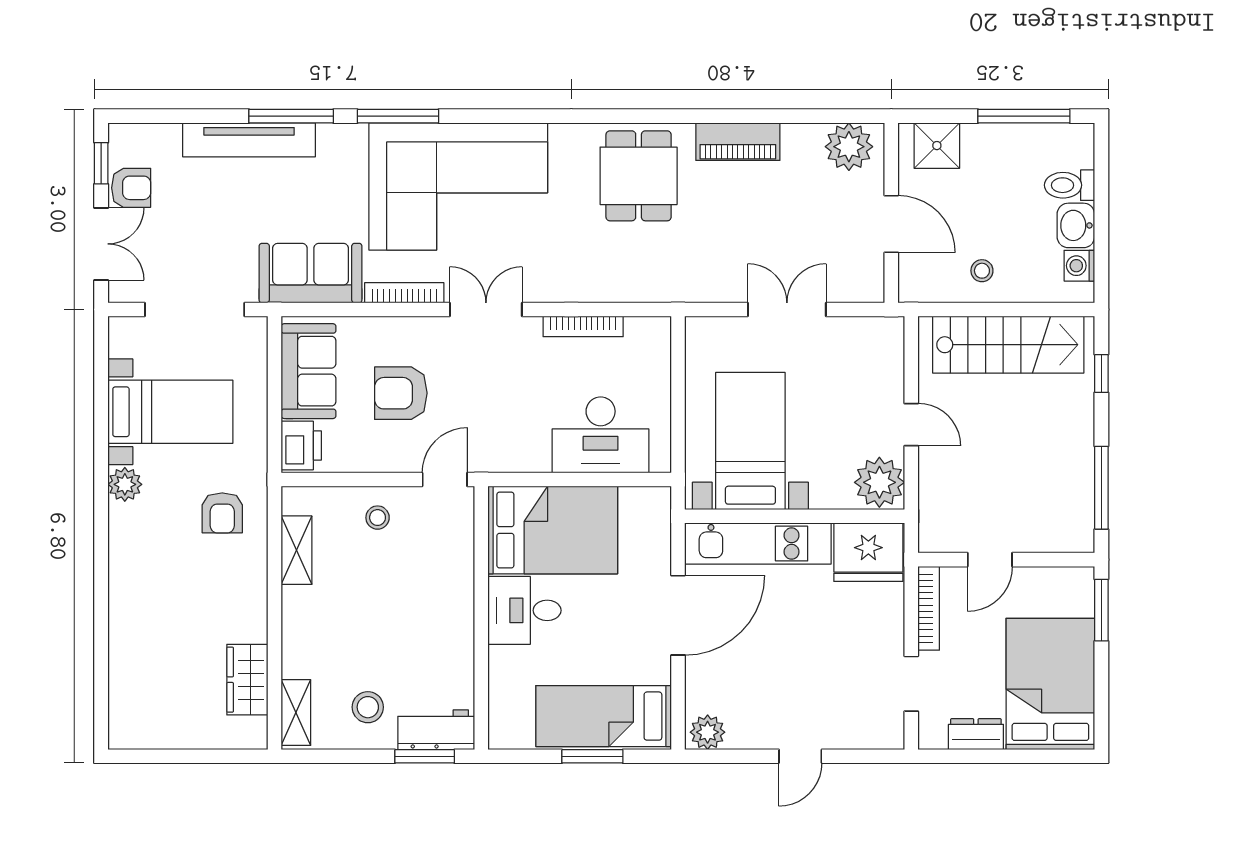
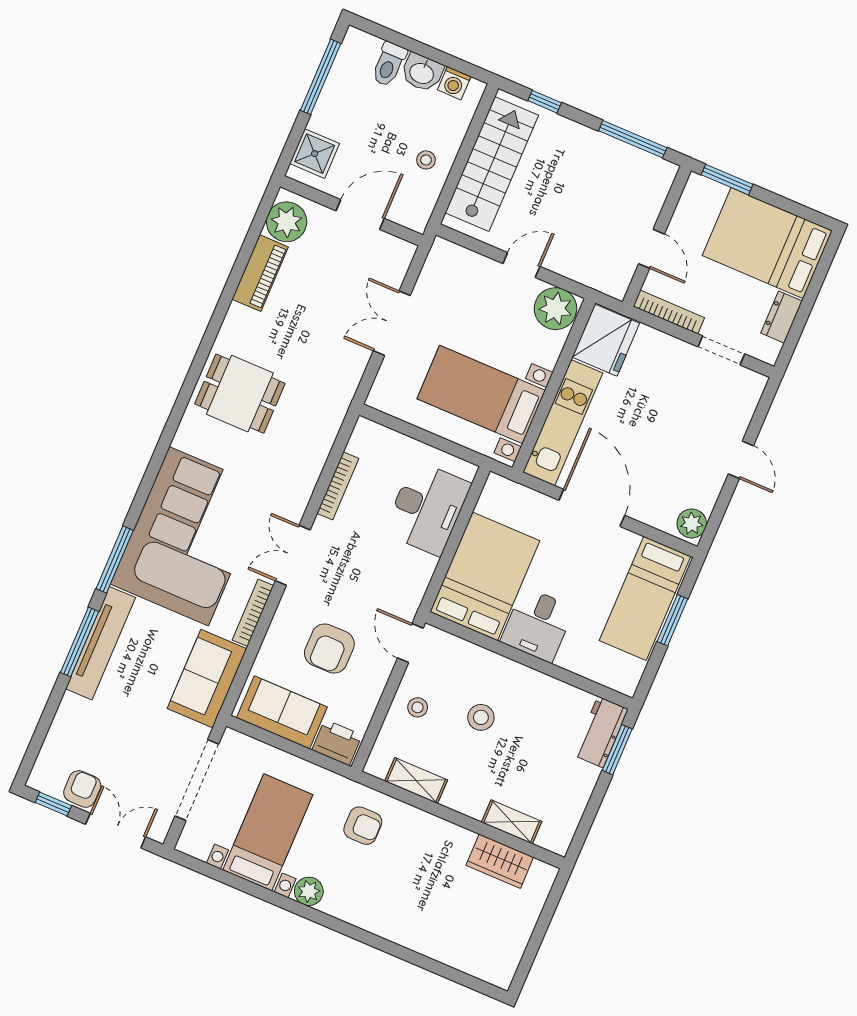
tv unit: (249, 140) -> (101, 643), moved
piano: (738, 142) -> (260, 273), moved
stool: (368, 707) -> (481, 717), moved
shelving: (296, 713) -> (512, 822), moved

